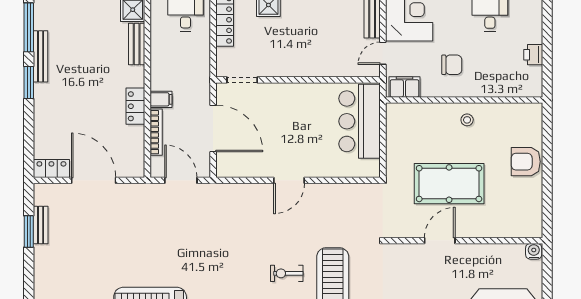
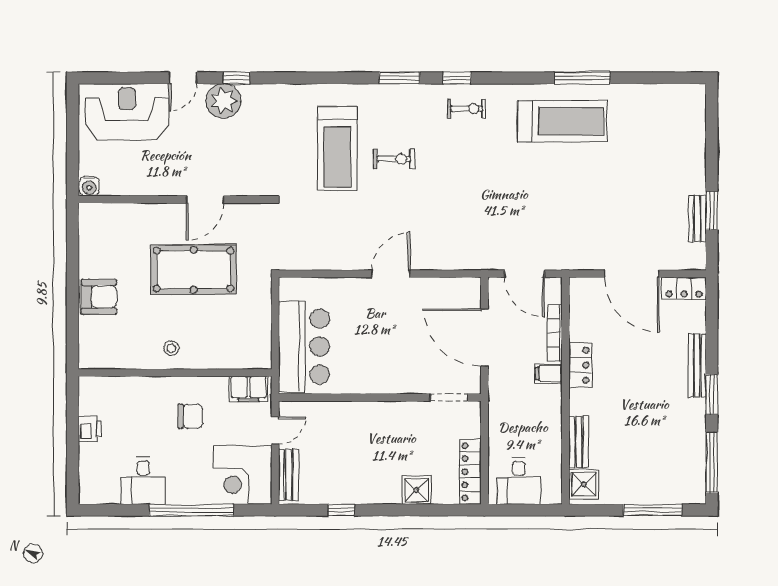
bench: (41, 56) -> (697, 365), moved
chair: (452, 65) -> (190, 416), turned 180

